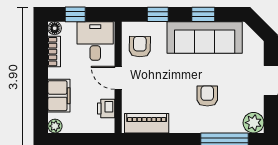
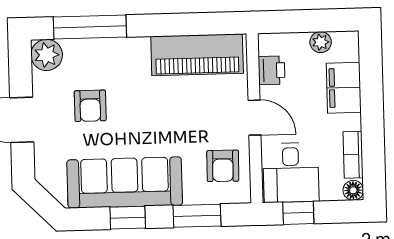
window: (75, 14) -> (298, 213), moved
window: (158, 14) -> (197, 216), width x1.50
armchair: (207, 96) -> (90, 106), moved
piano: (147, 123) -> (197, 55), width x1.37, depth x1.33
plant: (55, 126) -> (321, 42), moved

